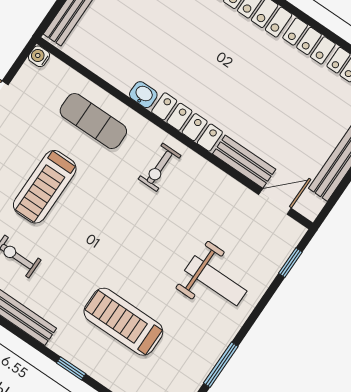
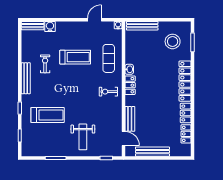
locker: (187, 122) -> (130, 85), width x0.66
treadmill: (45, 187) -> (75, 57), turned 180
treadmill: (123, 322) -> (48, 115), turned 90

